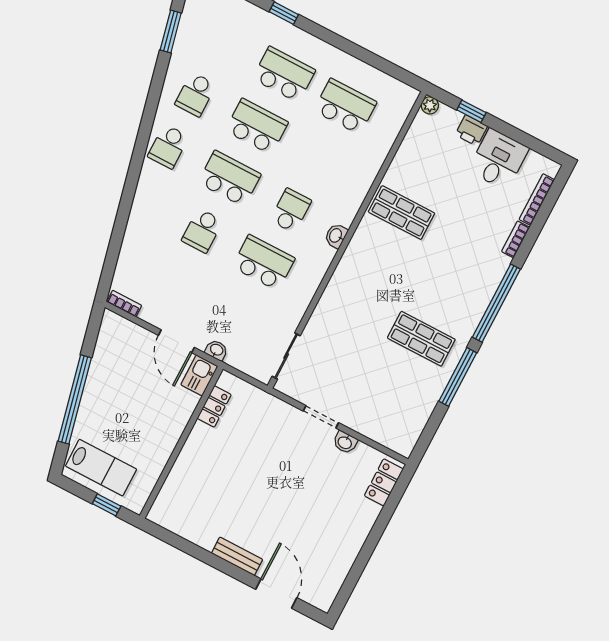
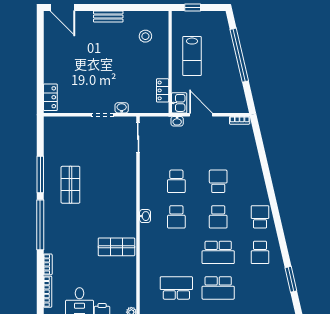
school desk: (195, 94) -> (260, 252), turned 180
school desk: (345, 106) -> (176, 288), turned 180
school desk: (229, 179) -> (218, 217), width x0.54
school desk: (264, 263) -> (176, 181), width x0.54
shop shelf: (421, 339) -> (70, 185), turned 90
washbasin: (345, 442) -> (122, 108), moved
lab bench: (101, 468) -> (192, 56), moved, turned -90
stool: (198, 499) -> (145, 36), added
door: (276, 594) -> (62, 8), moved

